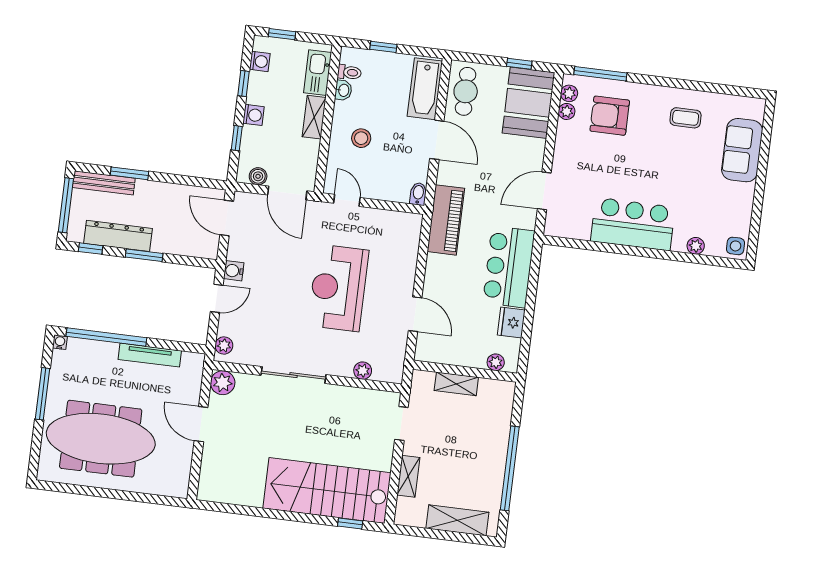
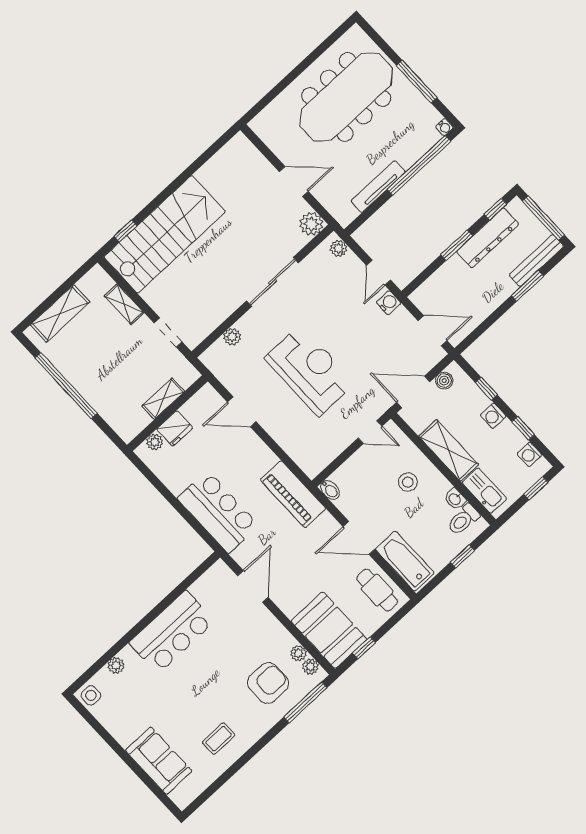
toilet: (349, 72) -> (463, 520), width x1.37, depth x1.39
shelving: (314, 117) -> (449, 450), width x1.50, depth x1.33
fridge: (511, 323) -> (175, 428), moved, turned 90

